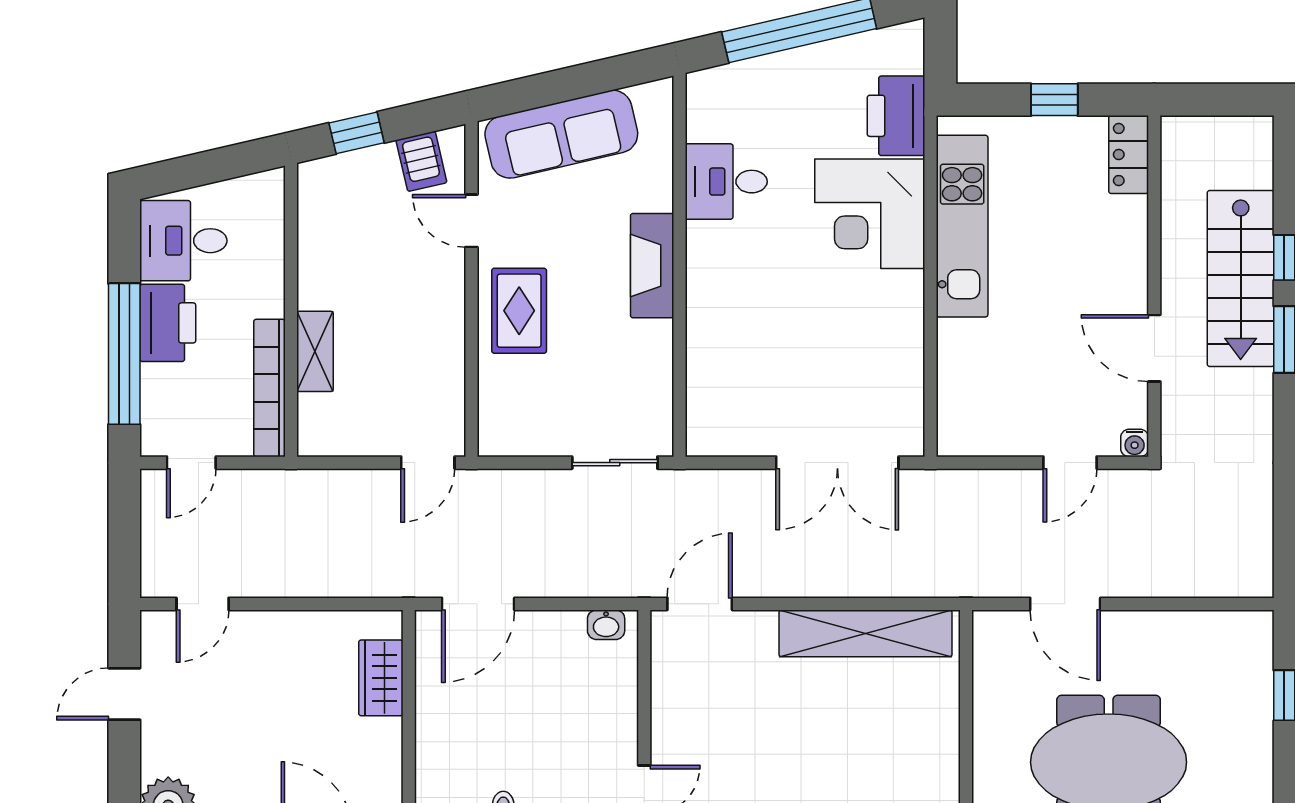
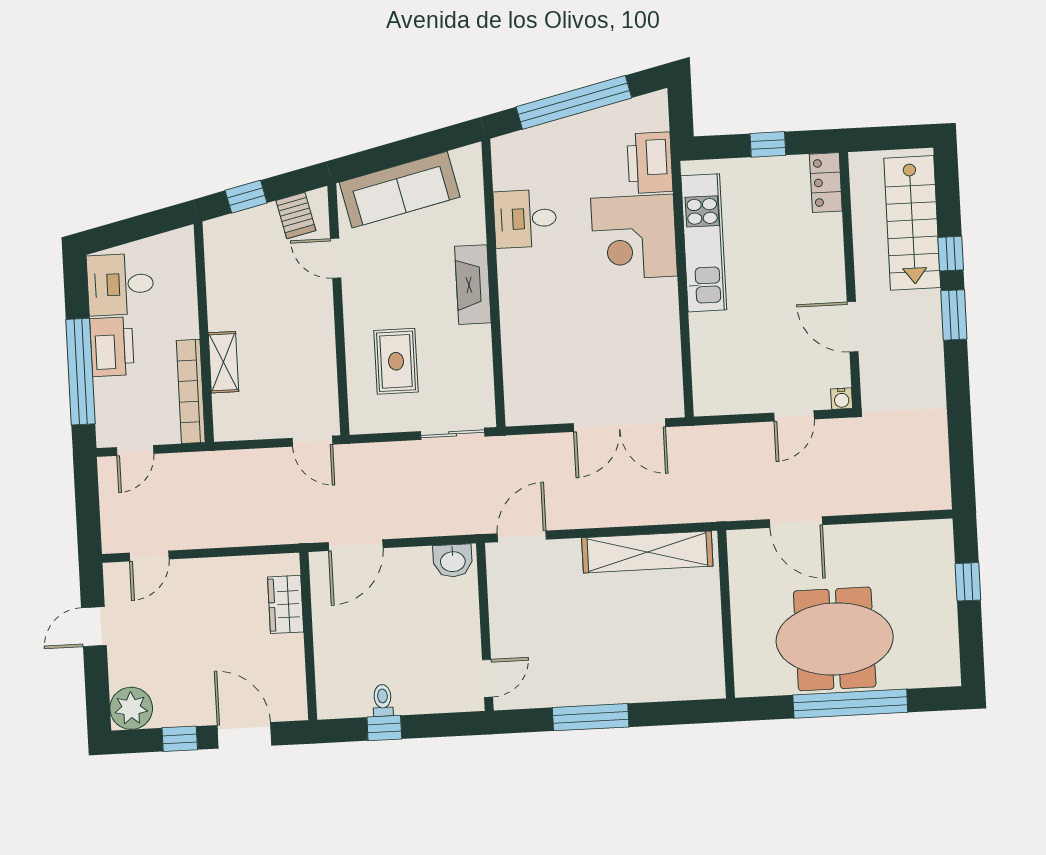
stairs: (1241, 279) -> (912, 223), moved
rug: (519, 311) -> (396, 361), moved
door: (428, 463) -> (312, 441), hinge flipped
washbasin: (606, 625) -> (453, 561), width x1.38, depth x1.45

